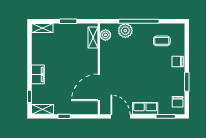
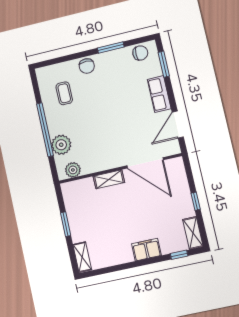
shelving: (93, 37) -> (109, 179), moved

